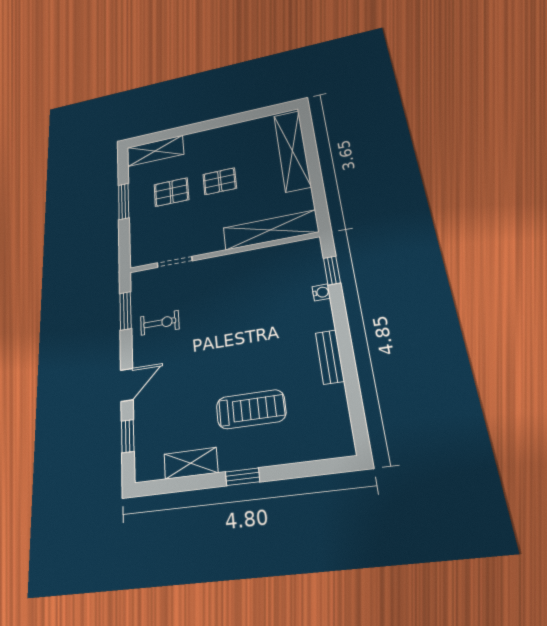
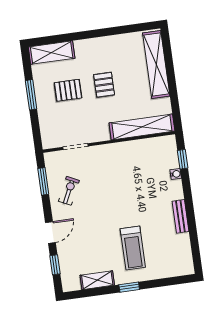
pallet: (220, 181) -> (104, 85), turned 90
exercise bike: (160, 323) -> (69, 191), turned -64
treadmill: (251, 409) -> (133, 248), turned 90

